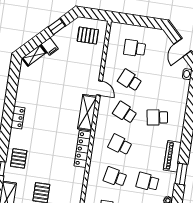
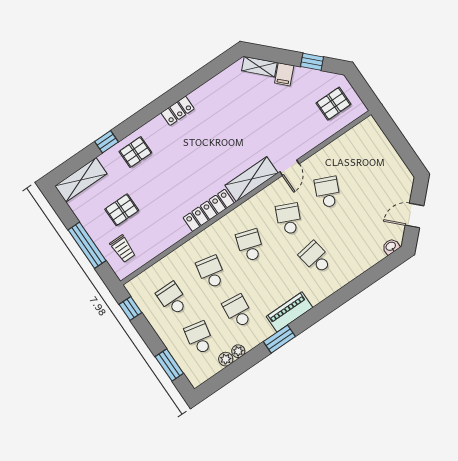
pallet: (88, 35) -> (334, 104), turned 90
school desk: (135, 48) -> (366, 165), removed

